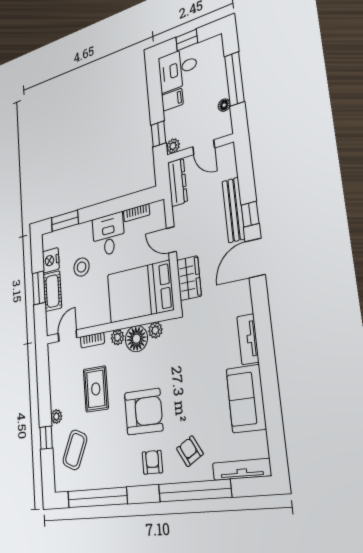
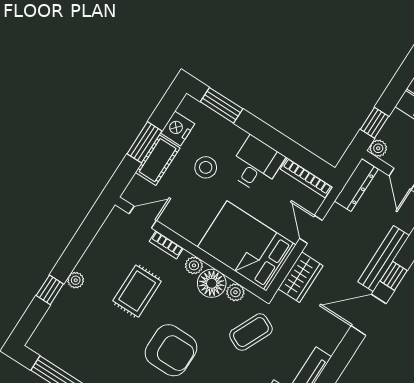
bookcase: (137, 213) -> (306, 178), width x1.56
coffee table: (75, 450) -> (251, 332), moved

